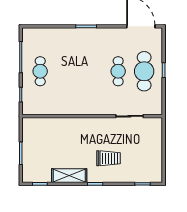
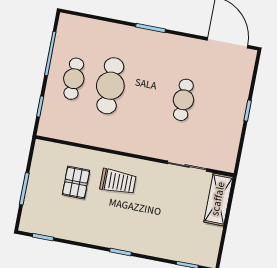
cafe table: (144, 71) -> (110, 86), moved
pallet: (55, 142) -> (76, 183), added
trolley: (108, 158) -> (118, 182), moved
shelving: (69, 176) -> (218, 199), moved, turned 90

